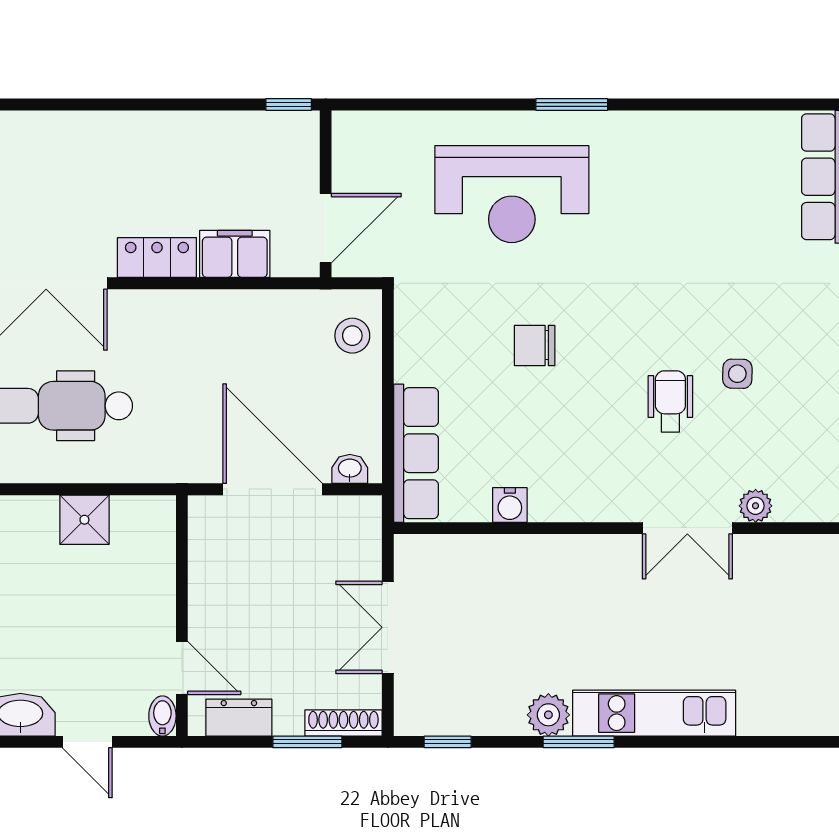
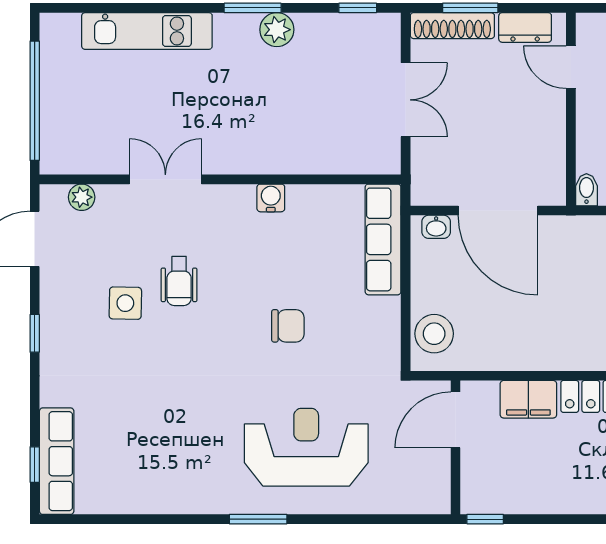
stool: (352, 336) -> (434, 334), width x1.38, depth x1.38
side table: (737, 374) -> (125, 303), width x1.37, depth x1.37
water cooler: (510, 505) -> (271, 198), moved
plant: (756, 506) -> (82, 197), moved
kitchen unit: (654, 713) -> (147, 31), moved
bidet: (162, 716) -> (586, 190), moved, turned 180
shoe rack: (343, 723) -> (452, 26), width x1.36, depth x1.24

